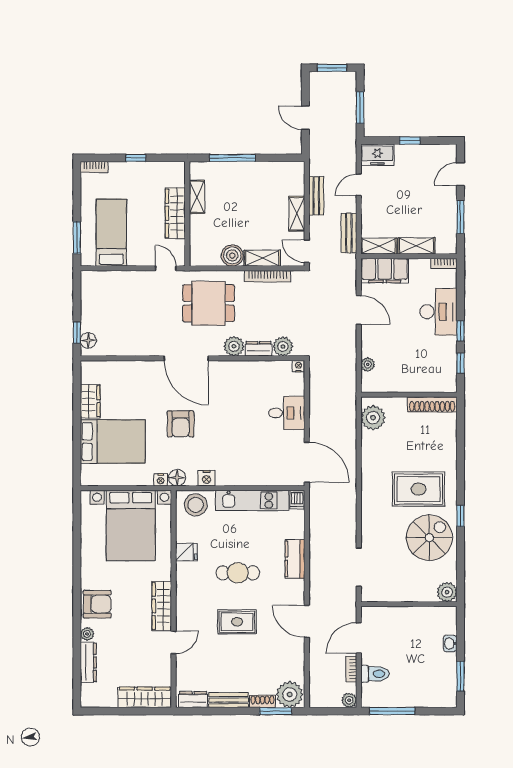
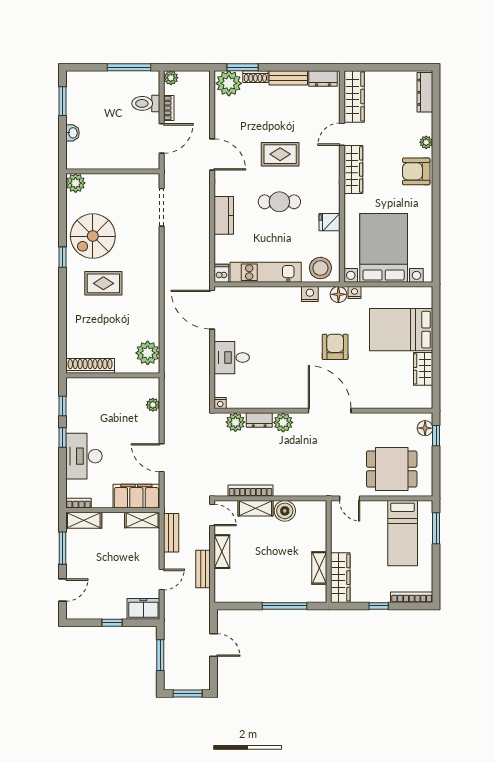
bookcase: (94, 167) -> (412, 597), width x1.56
wardrobe: (175, 213) -> (340, 578), moved
shelving: (416, 246) -> (84, 520), moved
dining table: (208, 303) -> (392, 469), moved
rug: (418, 489) -> (103, 283), width x0.73, depth x0.70
dresser: (88, 662) -> (425, 92), moved
wardrobe: (145, 697) -> (354, 97), moved, turned -90

